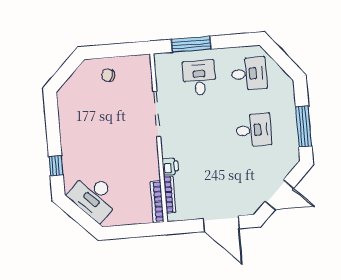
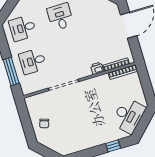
desk: (249, 74) -> (23, 28), turned -90

